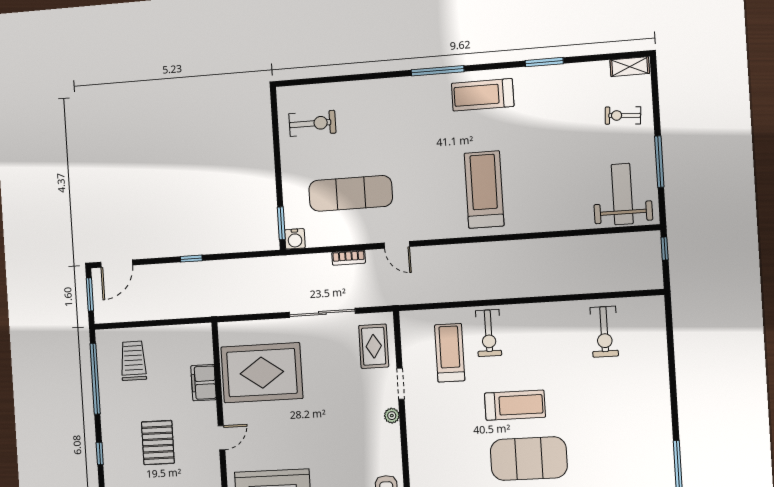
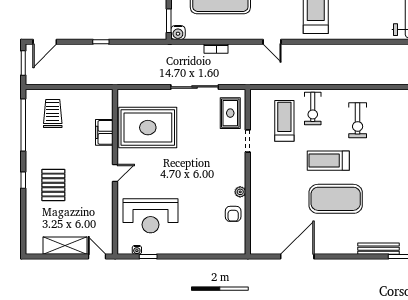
door: (397, 245) -> (272, 42), moved
exercise bike: (604, 332) -> (358, 120), moved
treadmill: (515, 405) -> (328, 161), turned 180
plant: (392, 416) -> (240, 192), moved
pallet: (158, 443) -> (53, 185), moved

